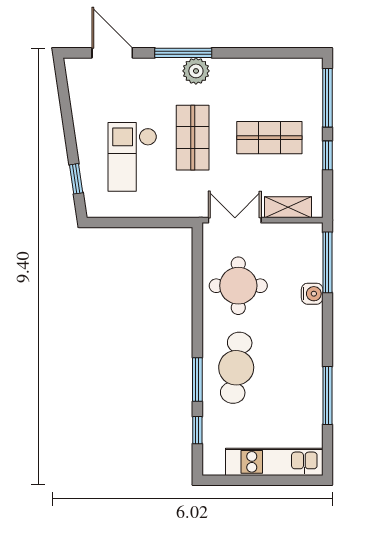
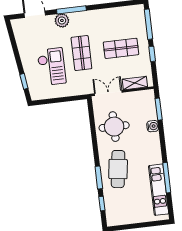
plant: (196, 71) -> (62, 20), moved
checkout: (132, 157) -> (52, 67), turned 180
window: (327, 262) -> (159, 109), width x0.69
kitchen unit: (274, 462) -> (159, 190), moved, turned -90

